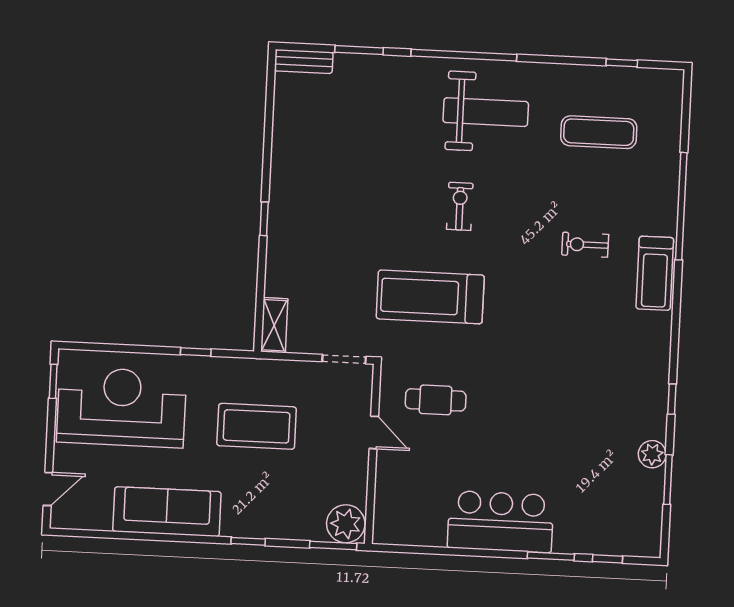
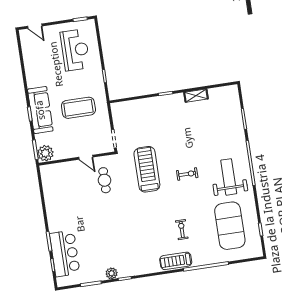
bench: (304, 62) -> (234, 97), removed
weight bench: (486, 112) -> (229, 177), turned 180
exercise mat: (599, 132) -> (230, 226), width x2.00, depth x1.45
shelving: (274, 325) -> (196, 96), moved
reception desk: (121, 407) -> (75, 50), width x0.74, depth x0.77
coffee table: (257, 426) -> (78, 108), turned 90
door: (374, 432) -> (86, 157), hinge flipped
plant: (652, 454) -> (112, 273), moved
sofa: (167, 512) -> (40, 110), moved
bar counter: (501, 522) -> (65, 253), moved

